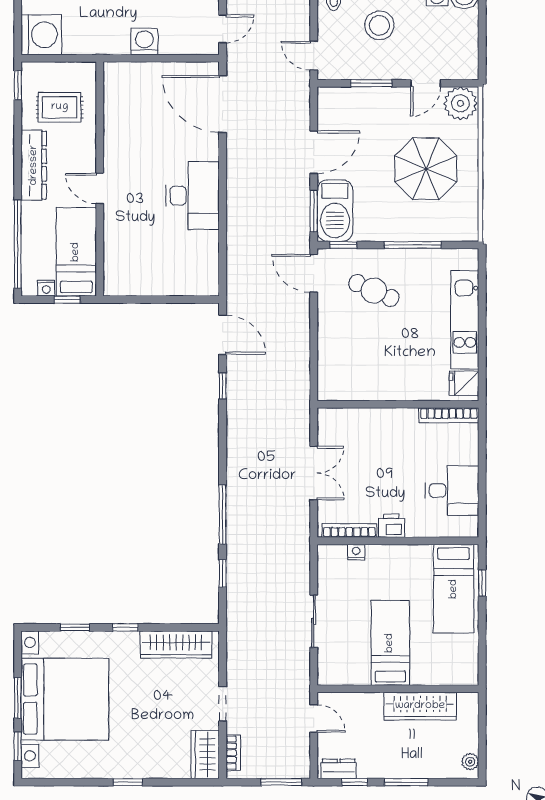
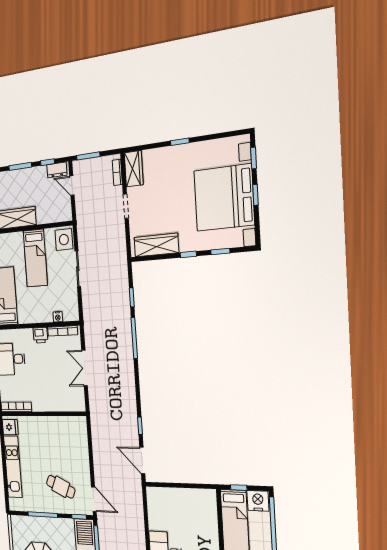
nightstand: (46, 288) -> (258, 501), width x1.89, depth x1.79
side table: (335, 666) -> (64, 240), added
window: (18, 698) -> (255, 195), width x0.67
door: (314, 719) -> (72, 185), moved

